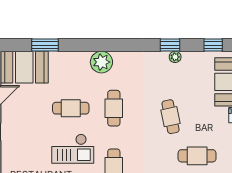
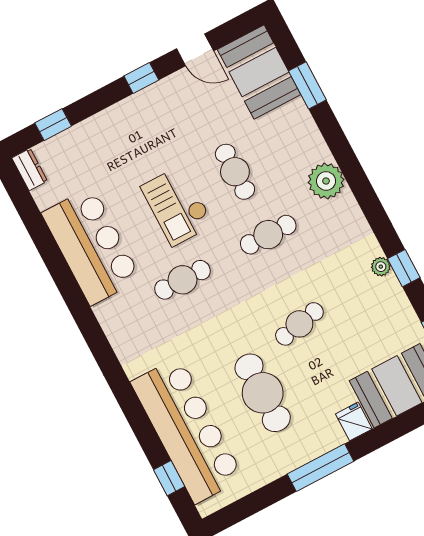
plant: (175, 57) -> (381, 267), moved
cafe table: (197, 156) -> (263, 393), width x1.37, depth x1.35

